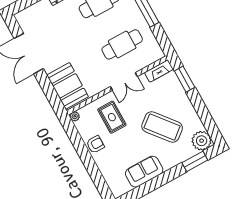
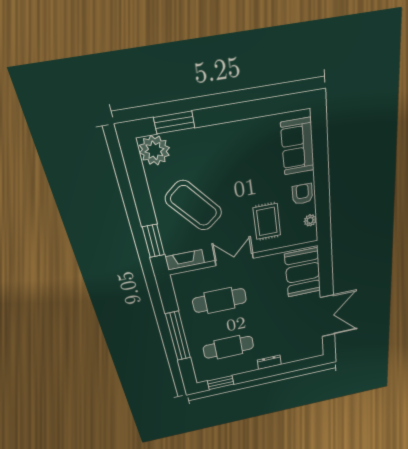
plant: (75, 116) -> (310, 220), moved
coffee table: (162, 127) -> (194, 206), moved
armchair: (95, 144) -> (302, 194), turned 90
sofa: (144, 172) -> (298, 147), moved, turned 90

